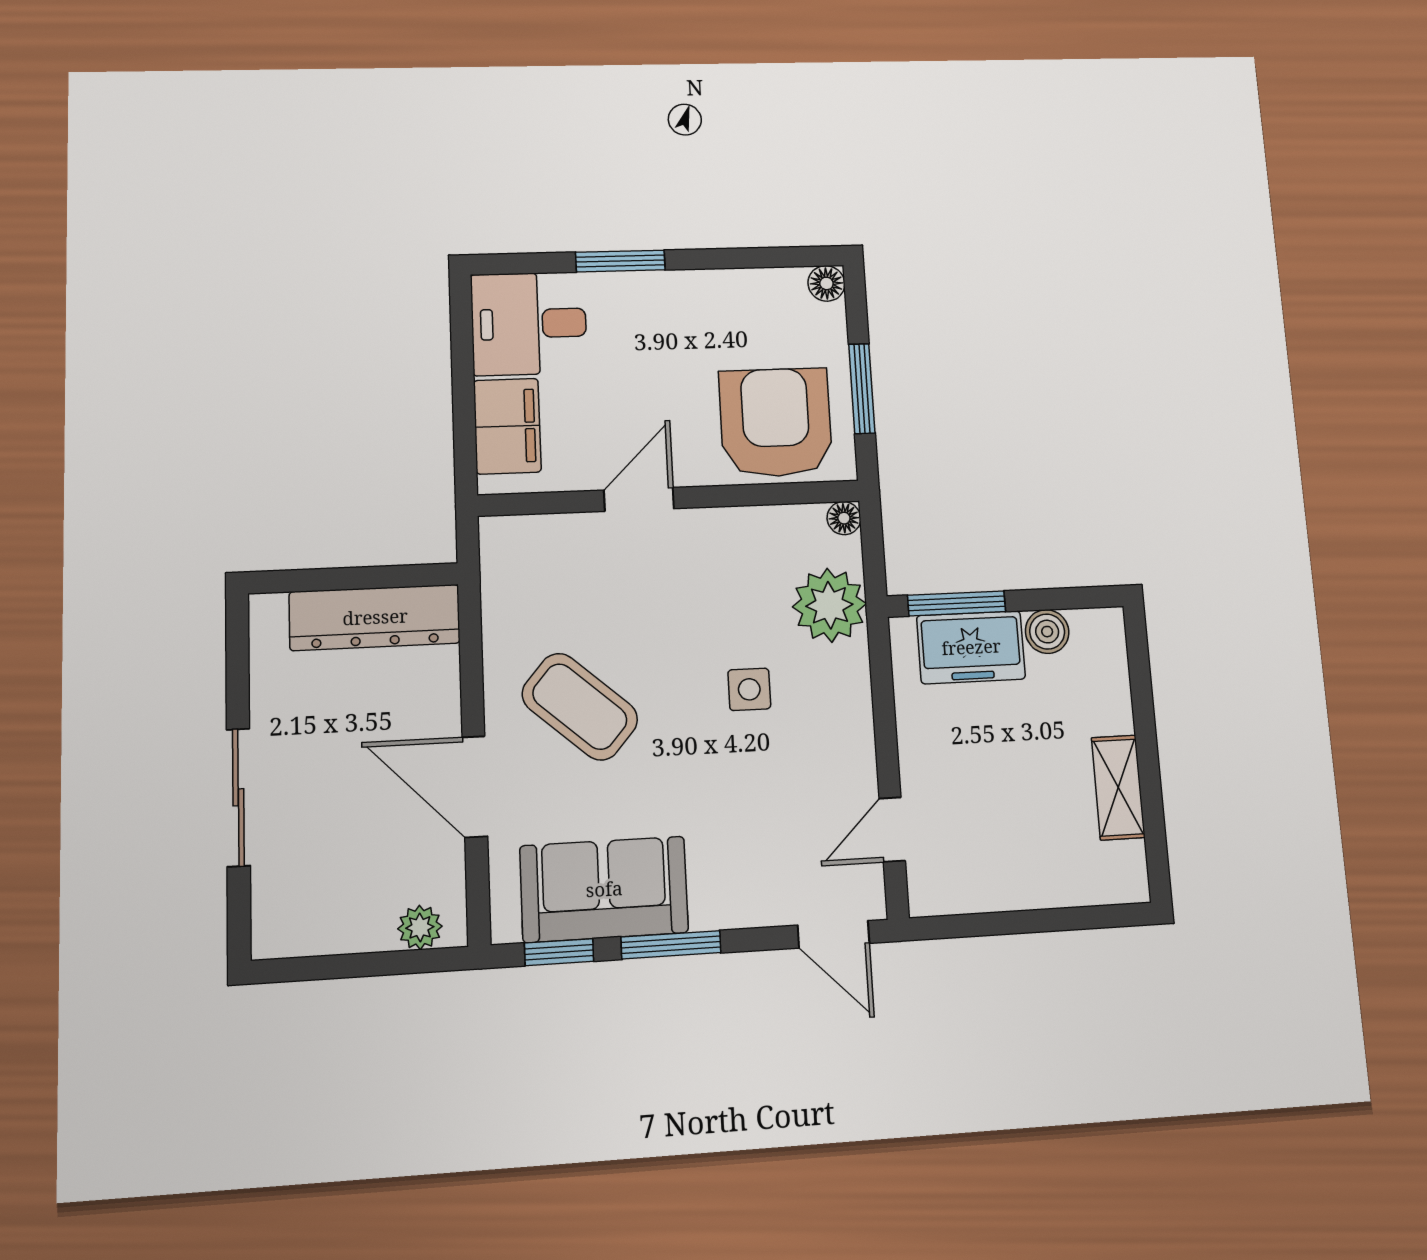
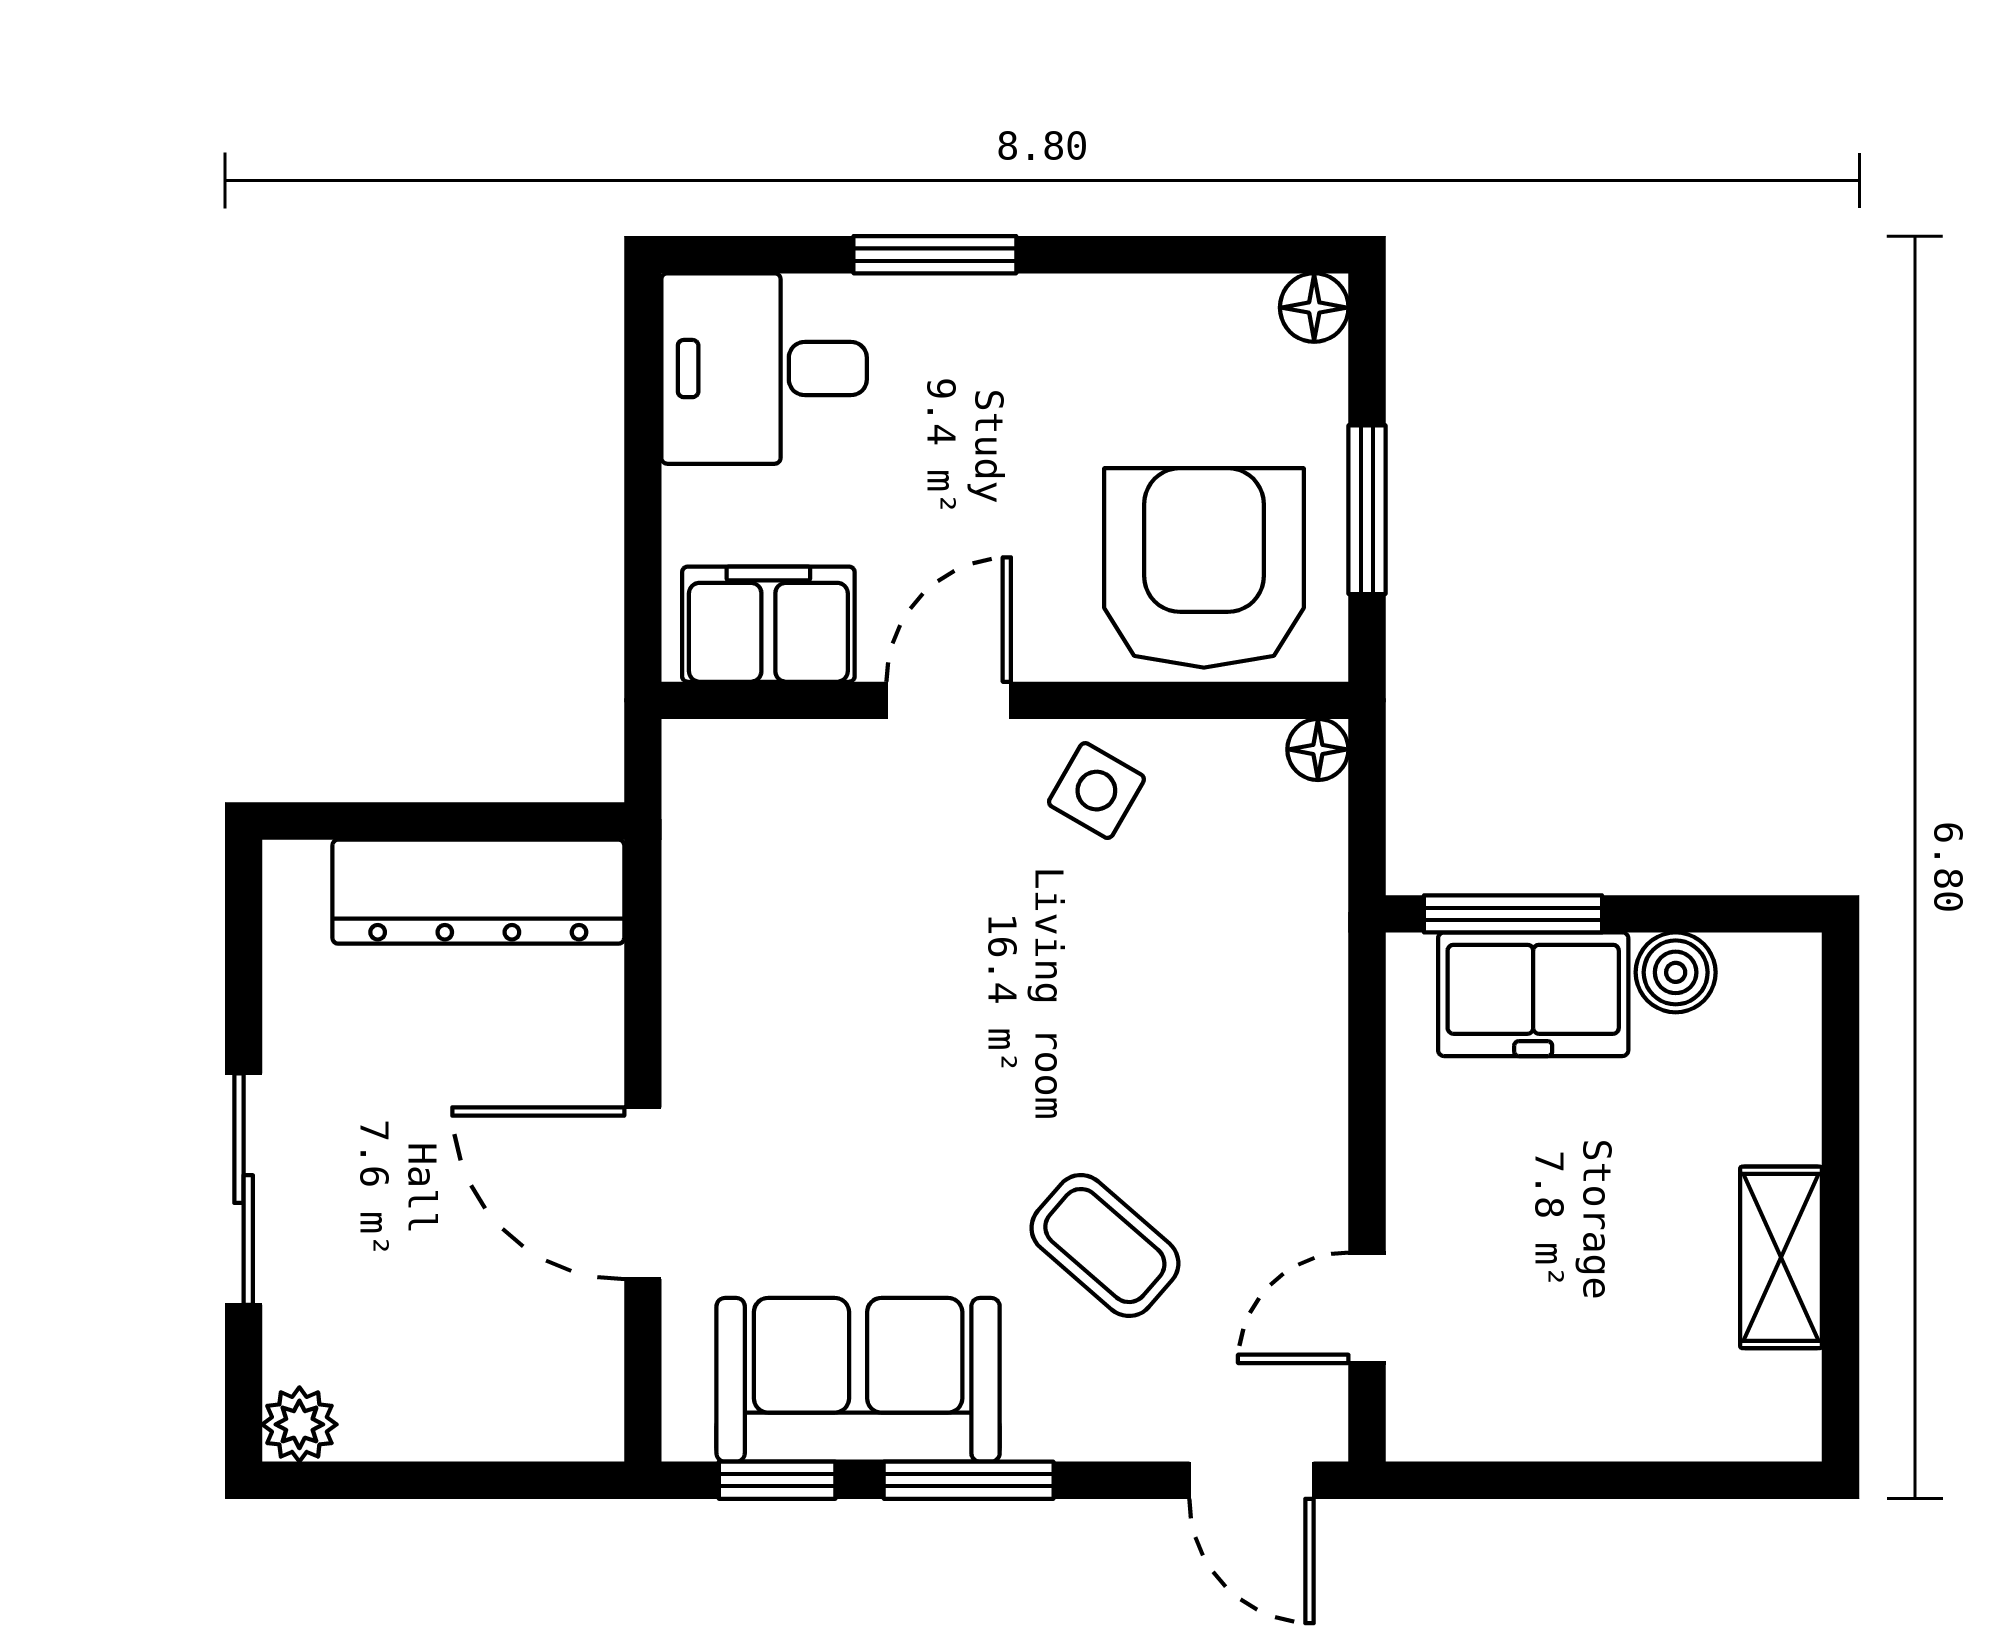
filing cabinet: (507, 426) -> (768, 624), moved, turned -90
plant: (829, 605) -> (1281, 906), removed
side table: (749, 689) -> (1096, 791), moved, turned 30
coffee table: (580, 707) -> (1105, 1246), moved, width x0.73, depth x0.77
plant: (420, 927) -> (299, 1424), moved

